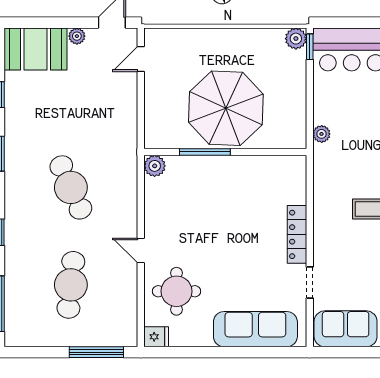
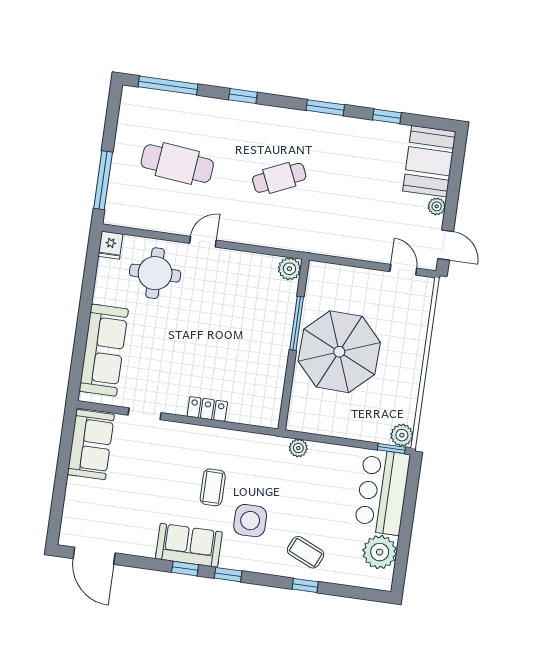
cafe table: (71, 187) -> (279, 178), width x0.73, depth x0.74
locker: (297, 234) -> (207, 409), width x0.66

